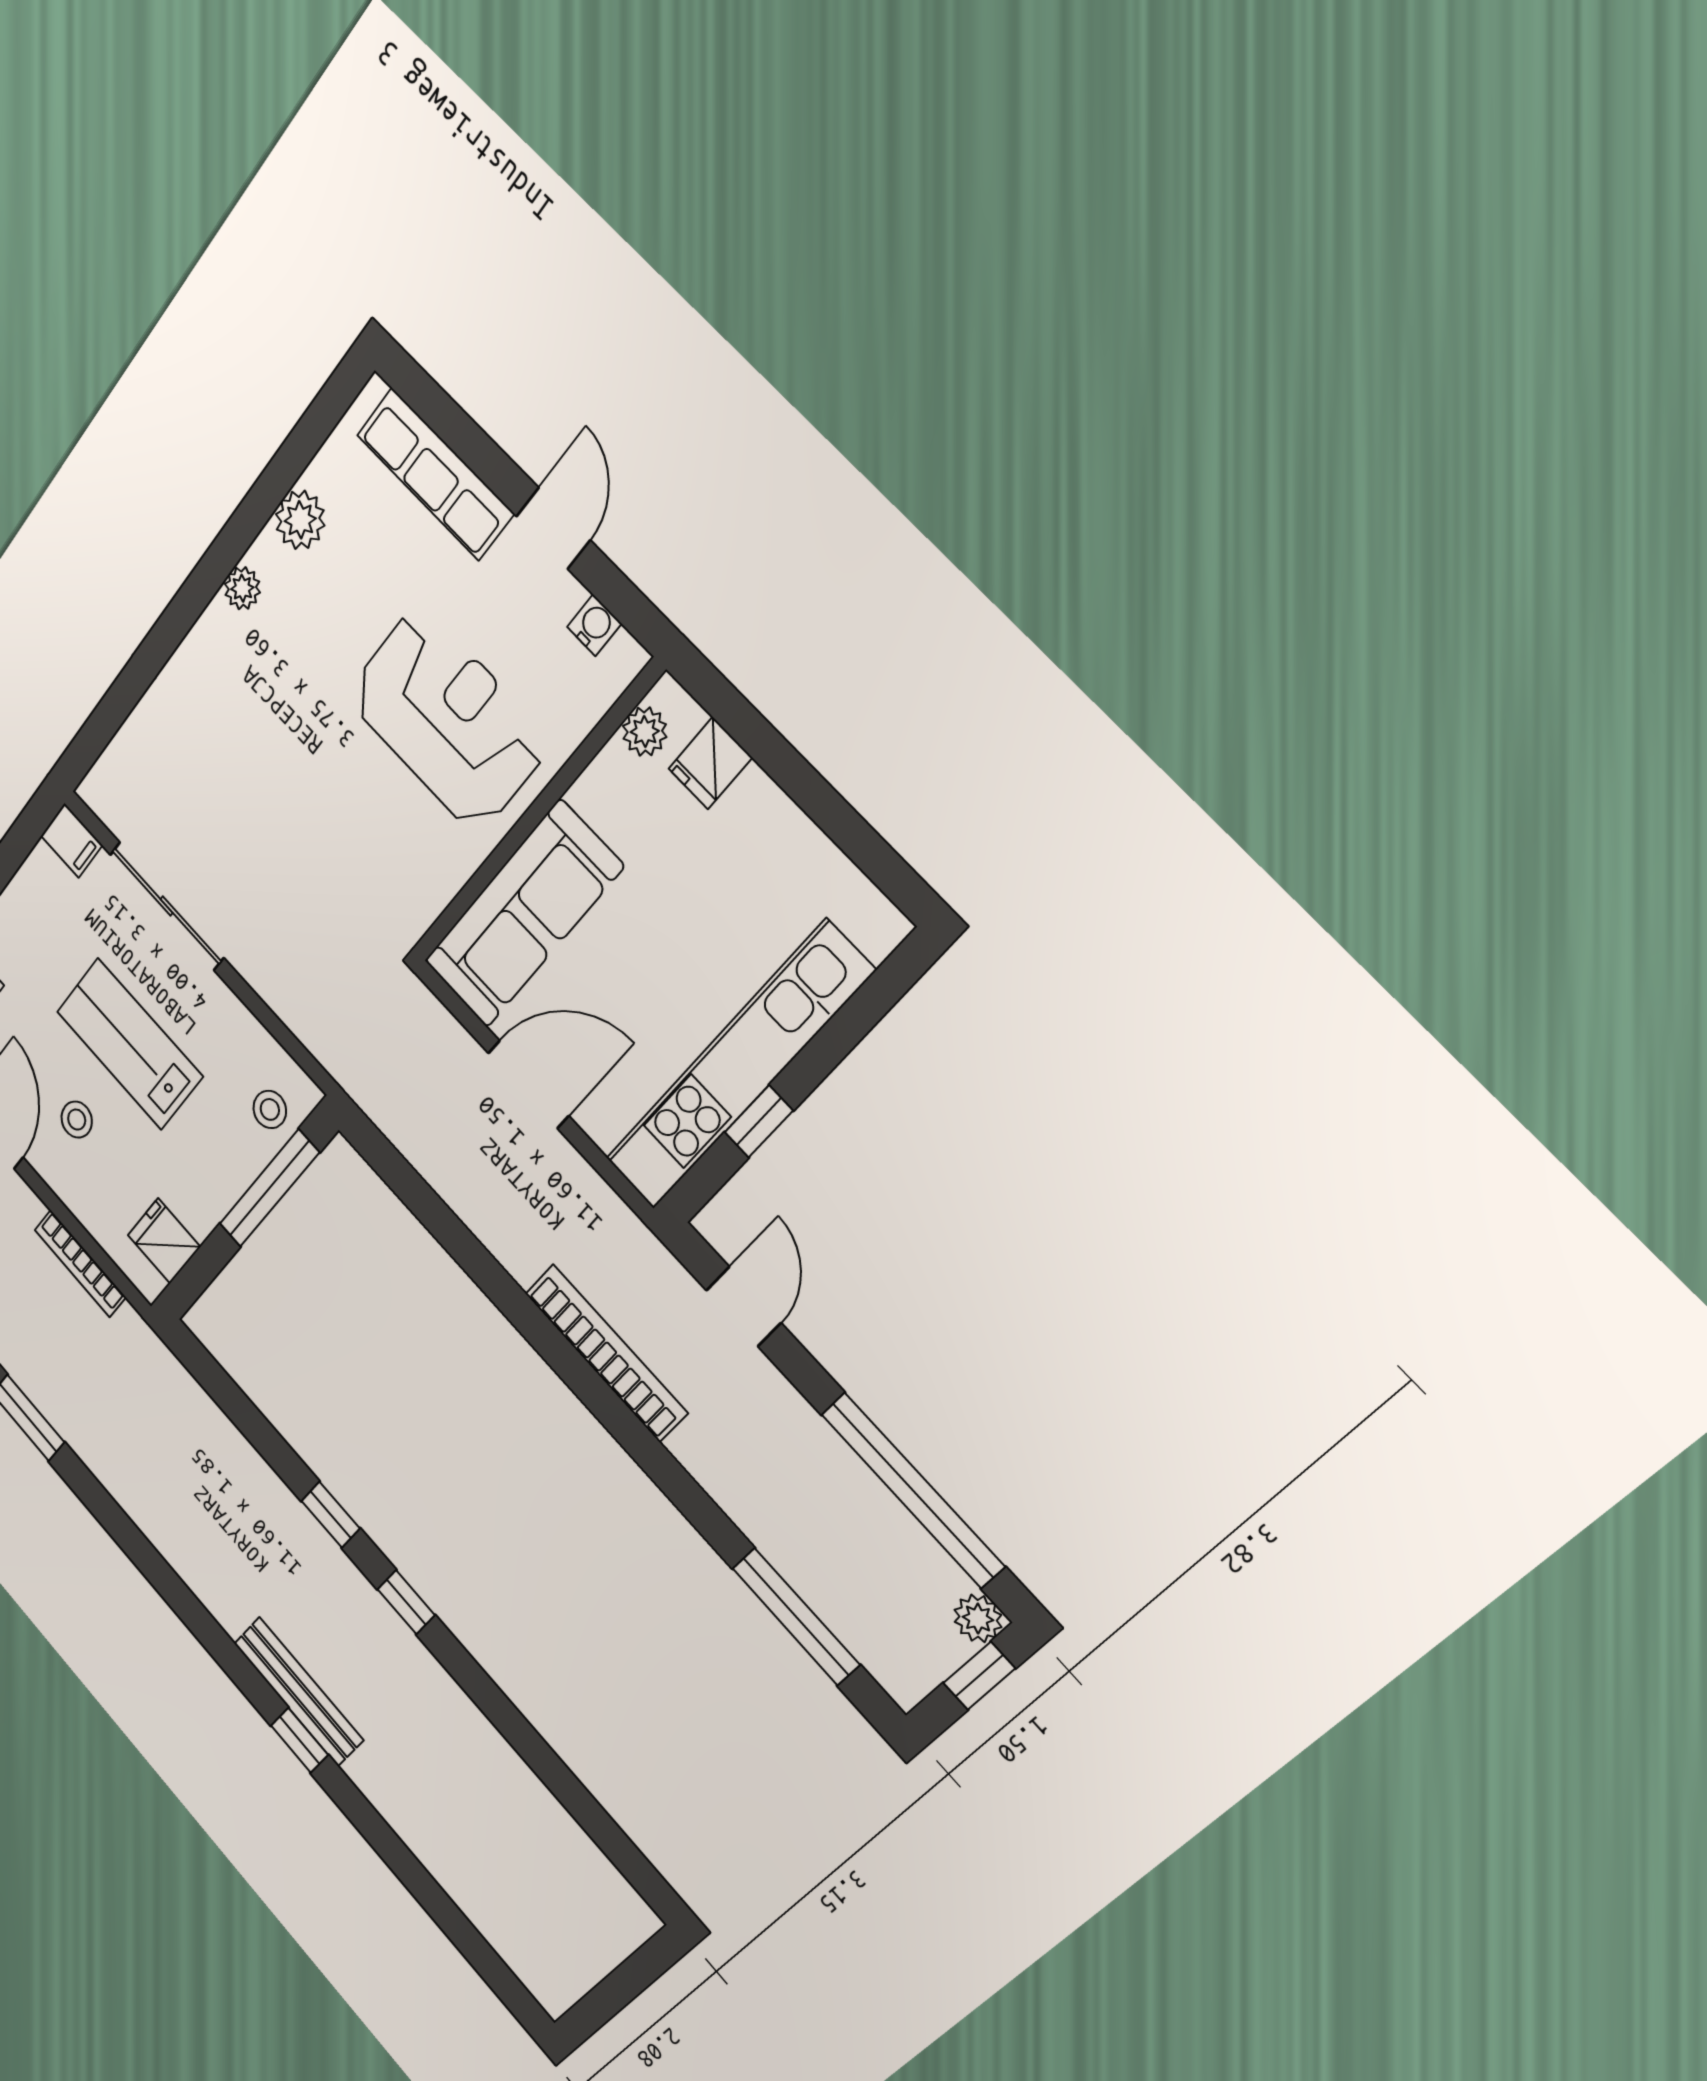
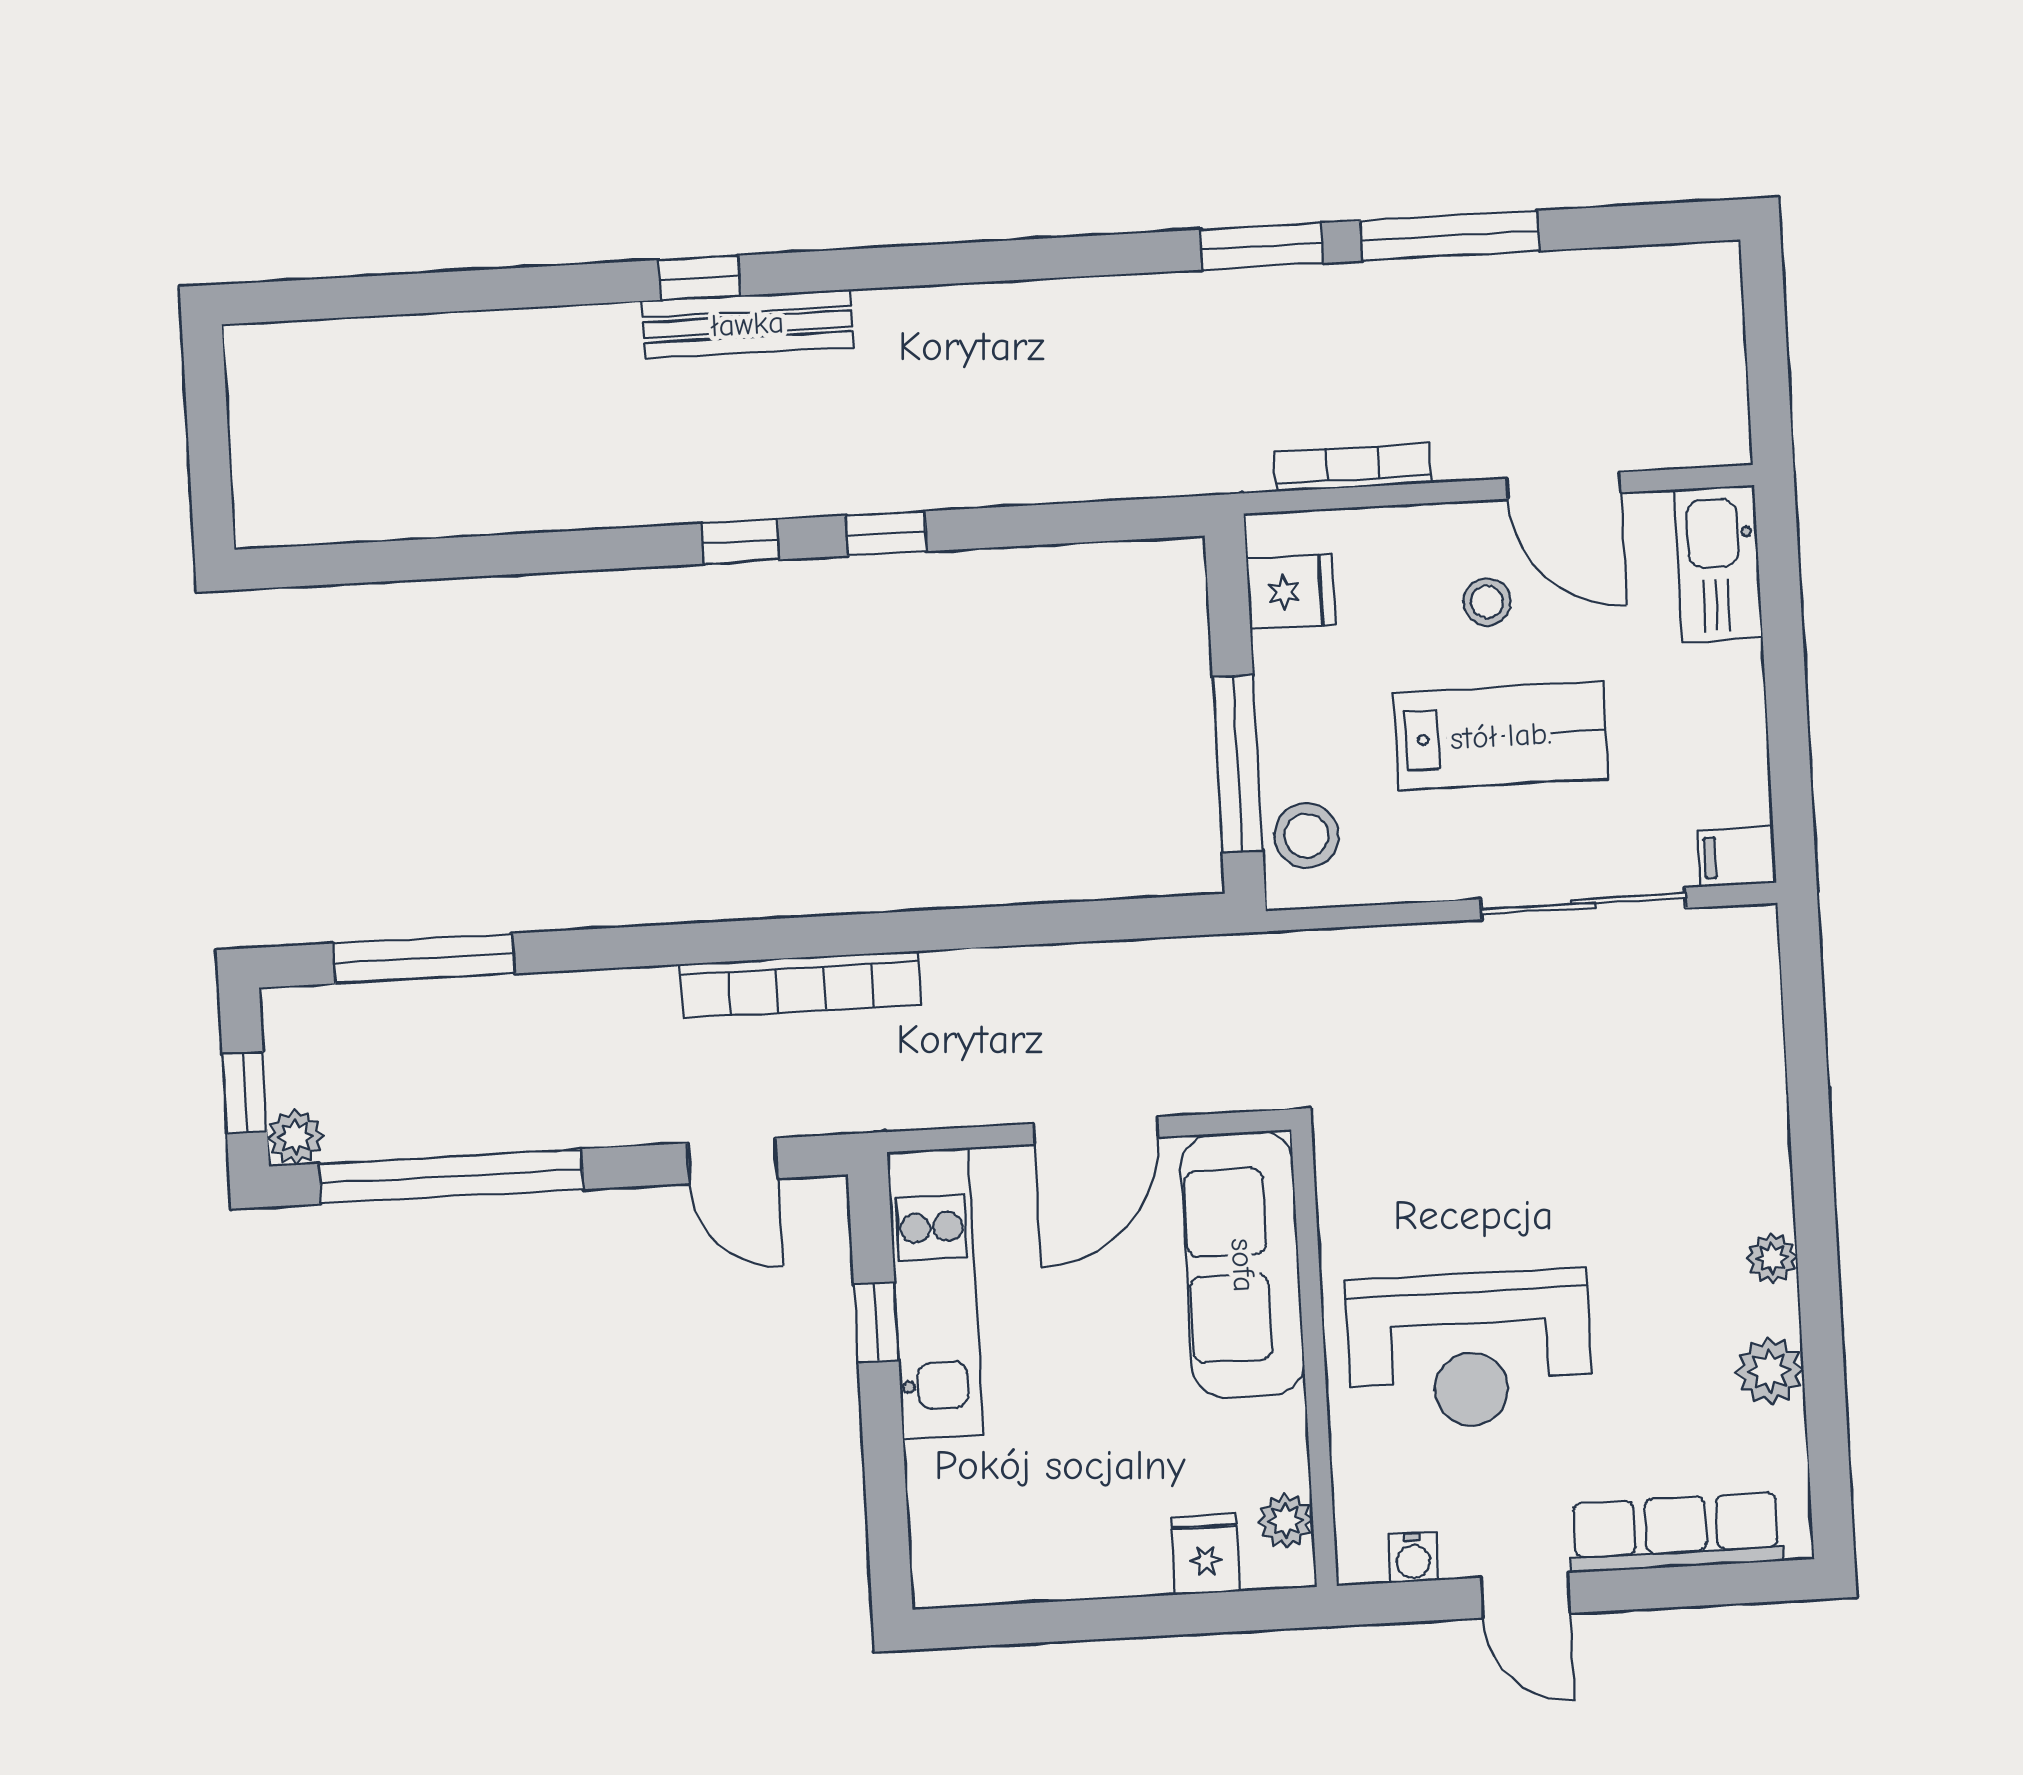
kitchen unit: (738, 1067) -> (935, 1293), width x0.73
stool: (270, 1109) -> (1306, 836), width x1.37, depth x1.37

